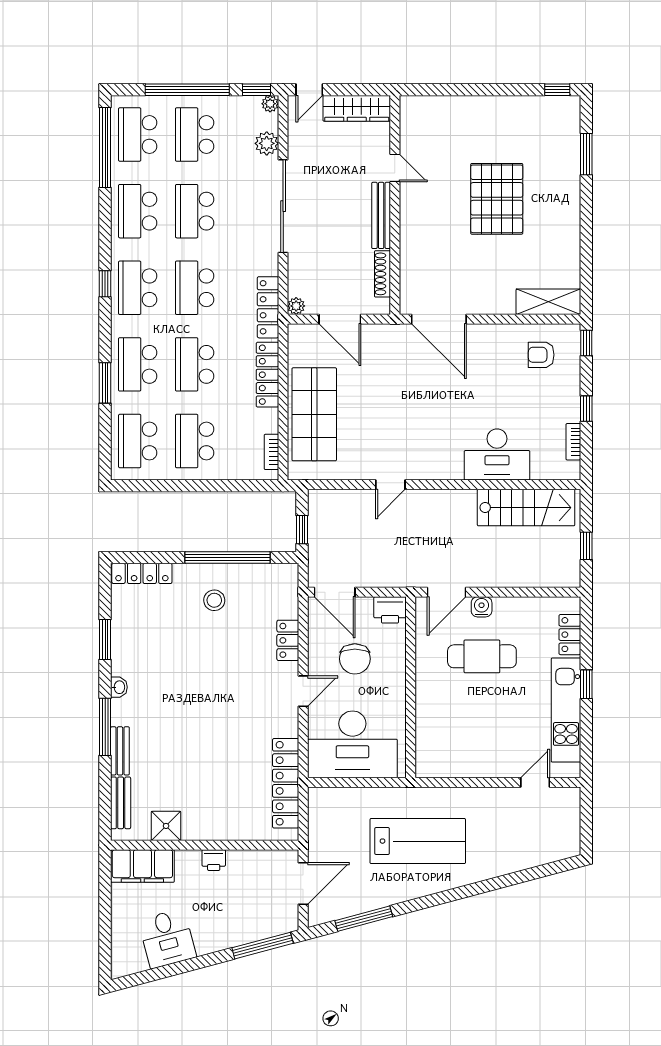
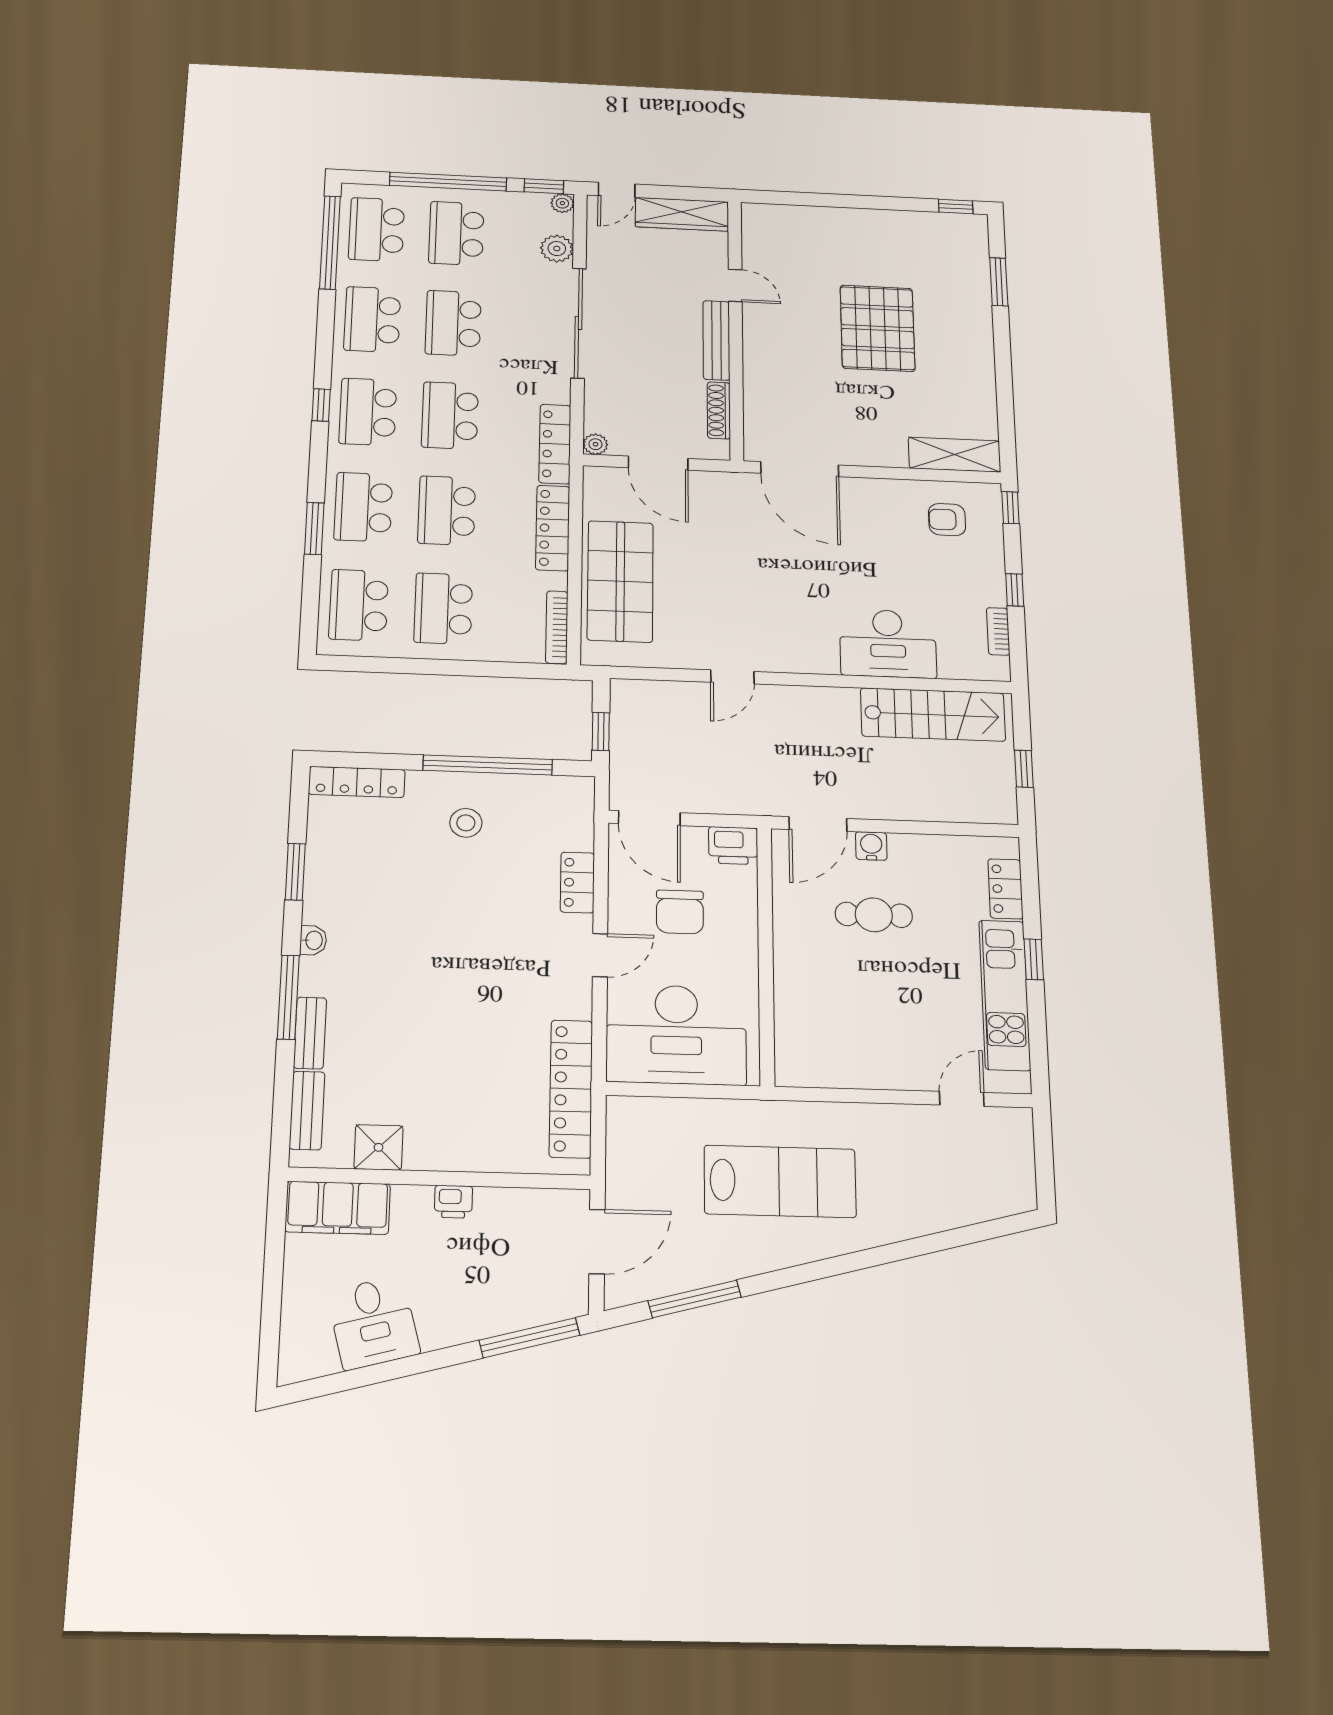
bookcase: (271, 452) -> (557, 627), width x1.56
cafe table: (482, 656) -> (874, 915), width x0.73, depth x0.74

